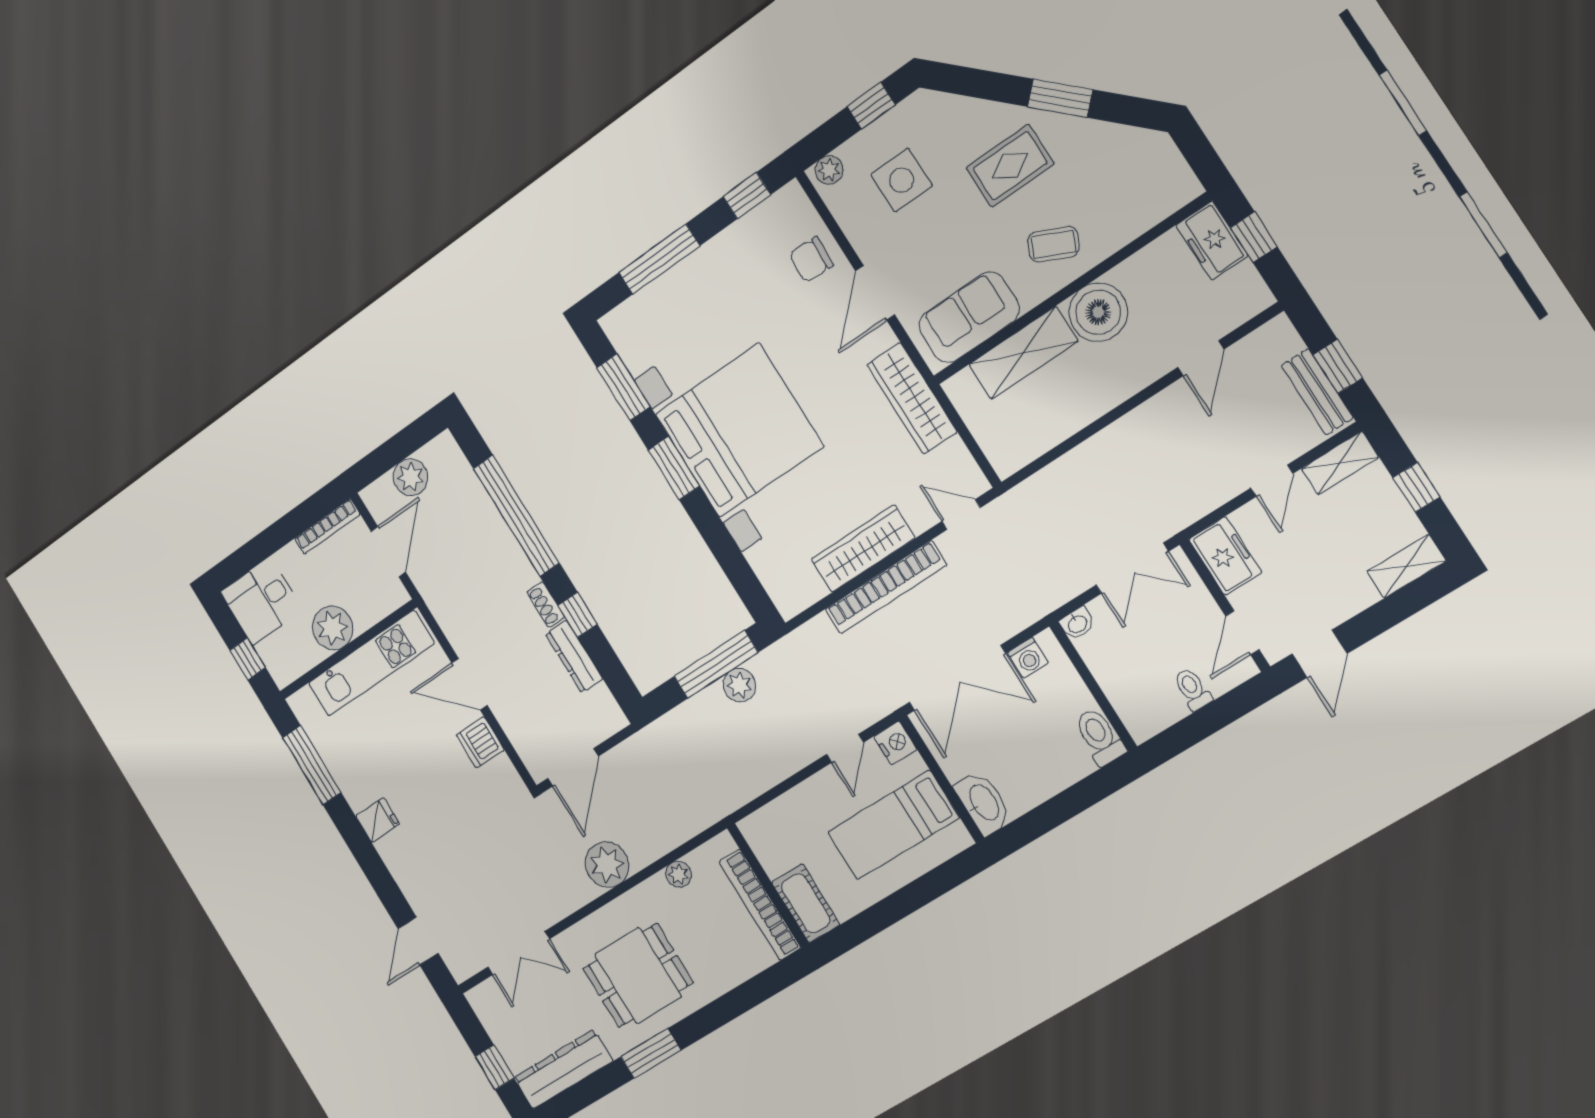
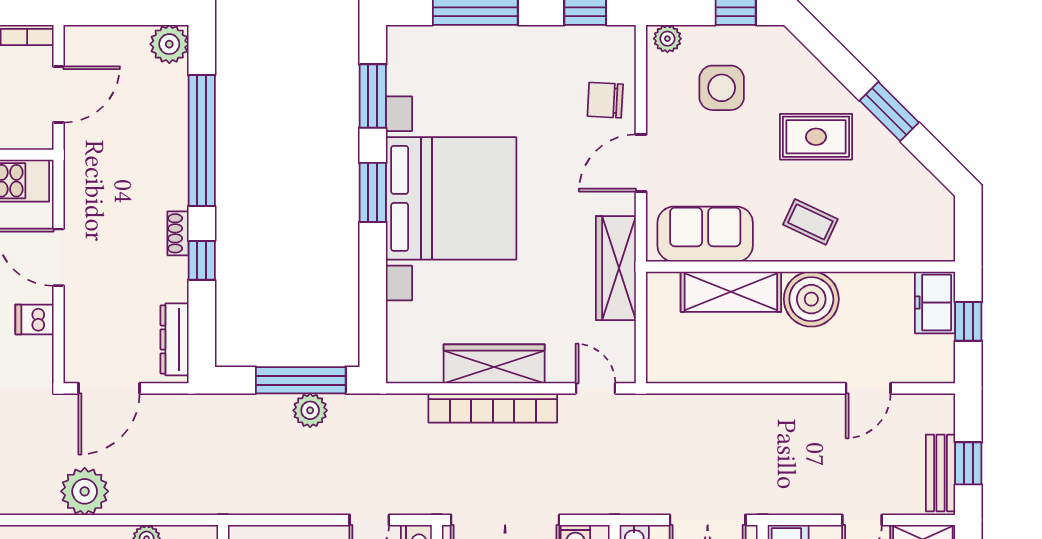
plant: (411, 477) -> (169, 44), moved
dresser: (574, 657) -> (174, 339), moved
dishwasher: (480, 742) -> (34, 319), width x0.73

